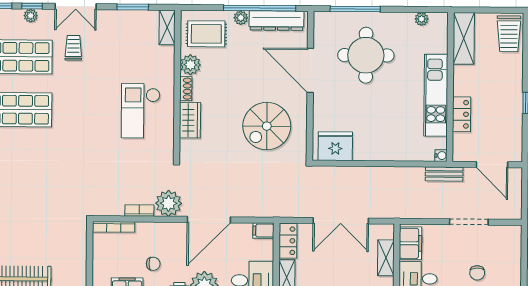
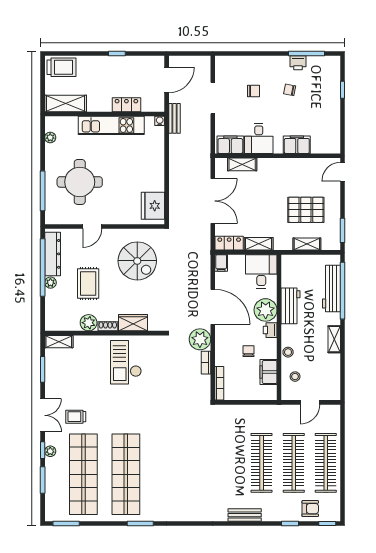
rug: (206, 34) -> (88, 283), moved
door: (310, 70) -> (92, 226), width x0.53
checkout: (141, 111) -> (126, 362), turned 90

